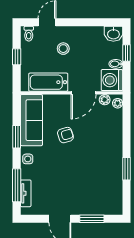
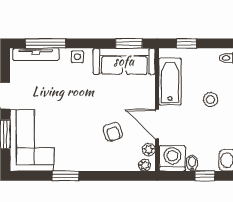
window: (17, 57) -> (186, 43), moved
armchair: (65, 135) -> (113, 132), moved
window: (17, 137) -> (129, 43), moved
tv unit: (26, 193) -> (36, 54), width x1.41
corner sofa: (97, 197) -> (32, 140), added

